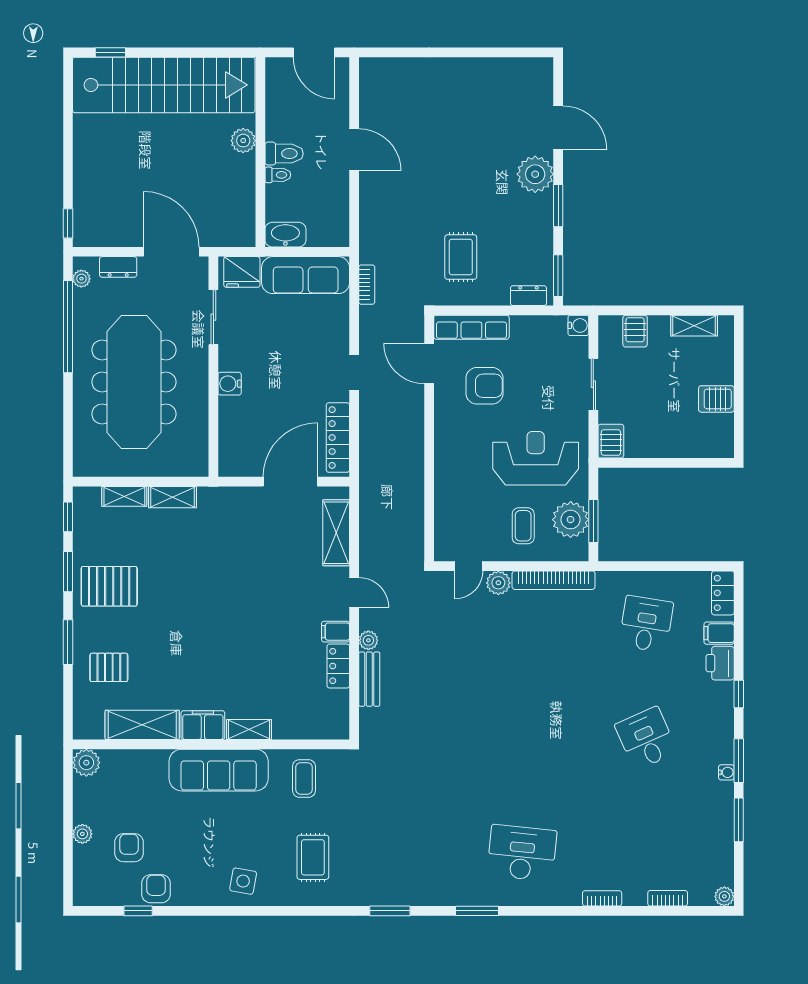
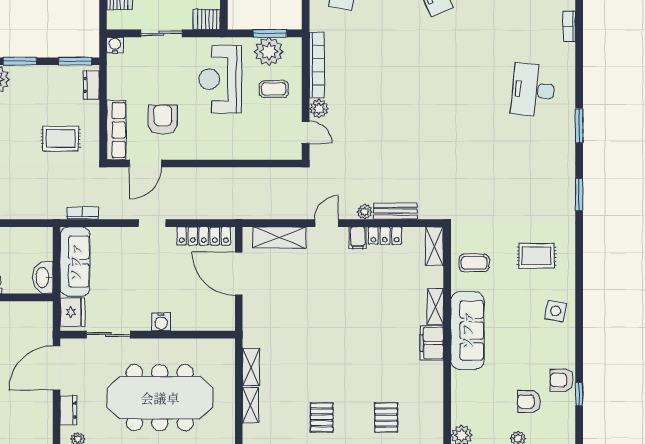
pallet: (109, 586) -> (322, 417), width x0.67, depth x0.71
shelving: (142, 725) -> (435, 246), moved, width x0.67, depth x0.75

